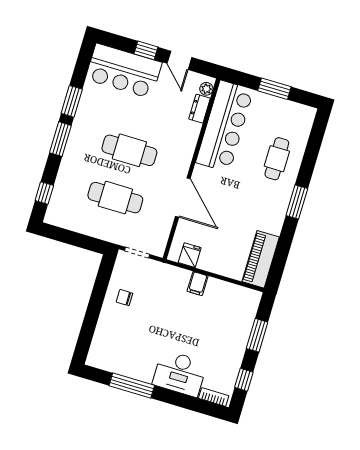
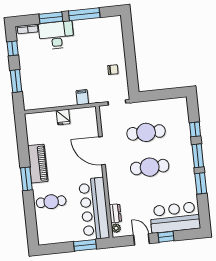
window: (274, 89) -> (85, 245), moved
cafe table: (277, 159) -> (51, 202), turned 90
window: (44, 193) -> (195, 129), moved
fridge: (190, 255) -> (63, 117), moved
piano: (261, 259) -> (38, 164), moved
filing cabinet: (198, 284) -> (82, 97), moved
window: (177, 399) -> (51, 18), added

